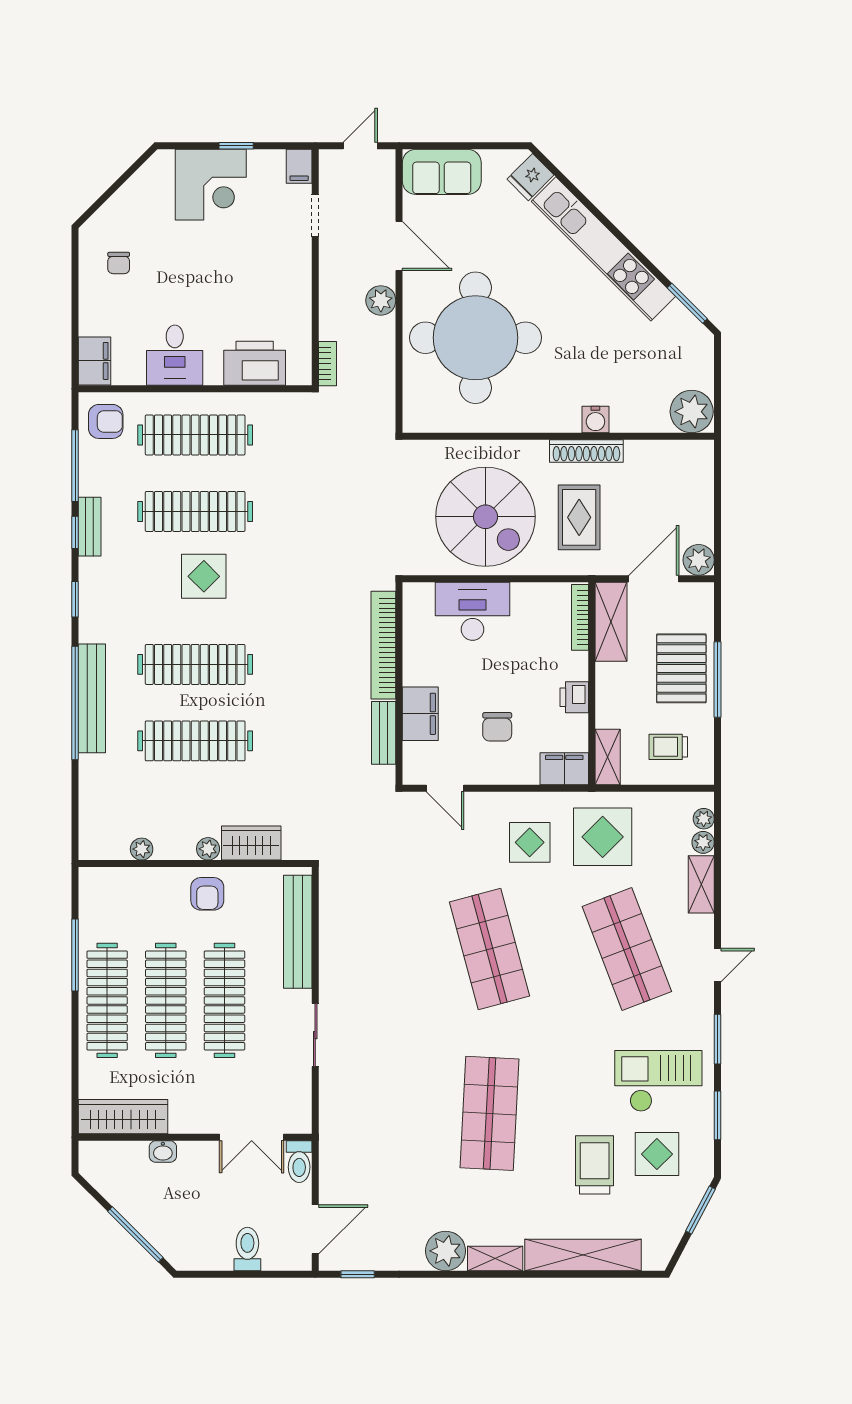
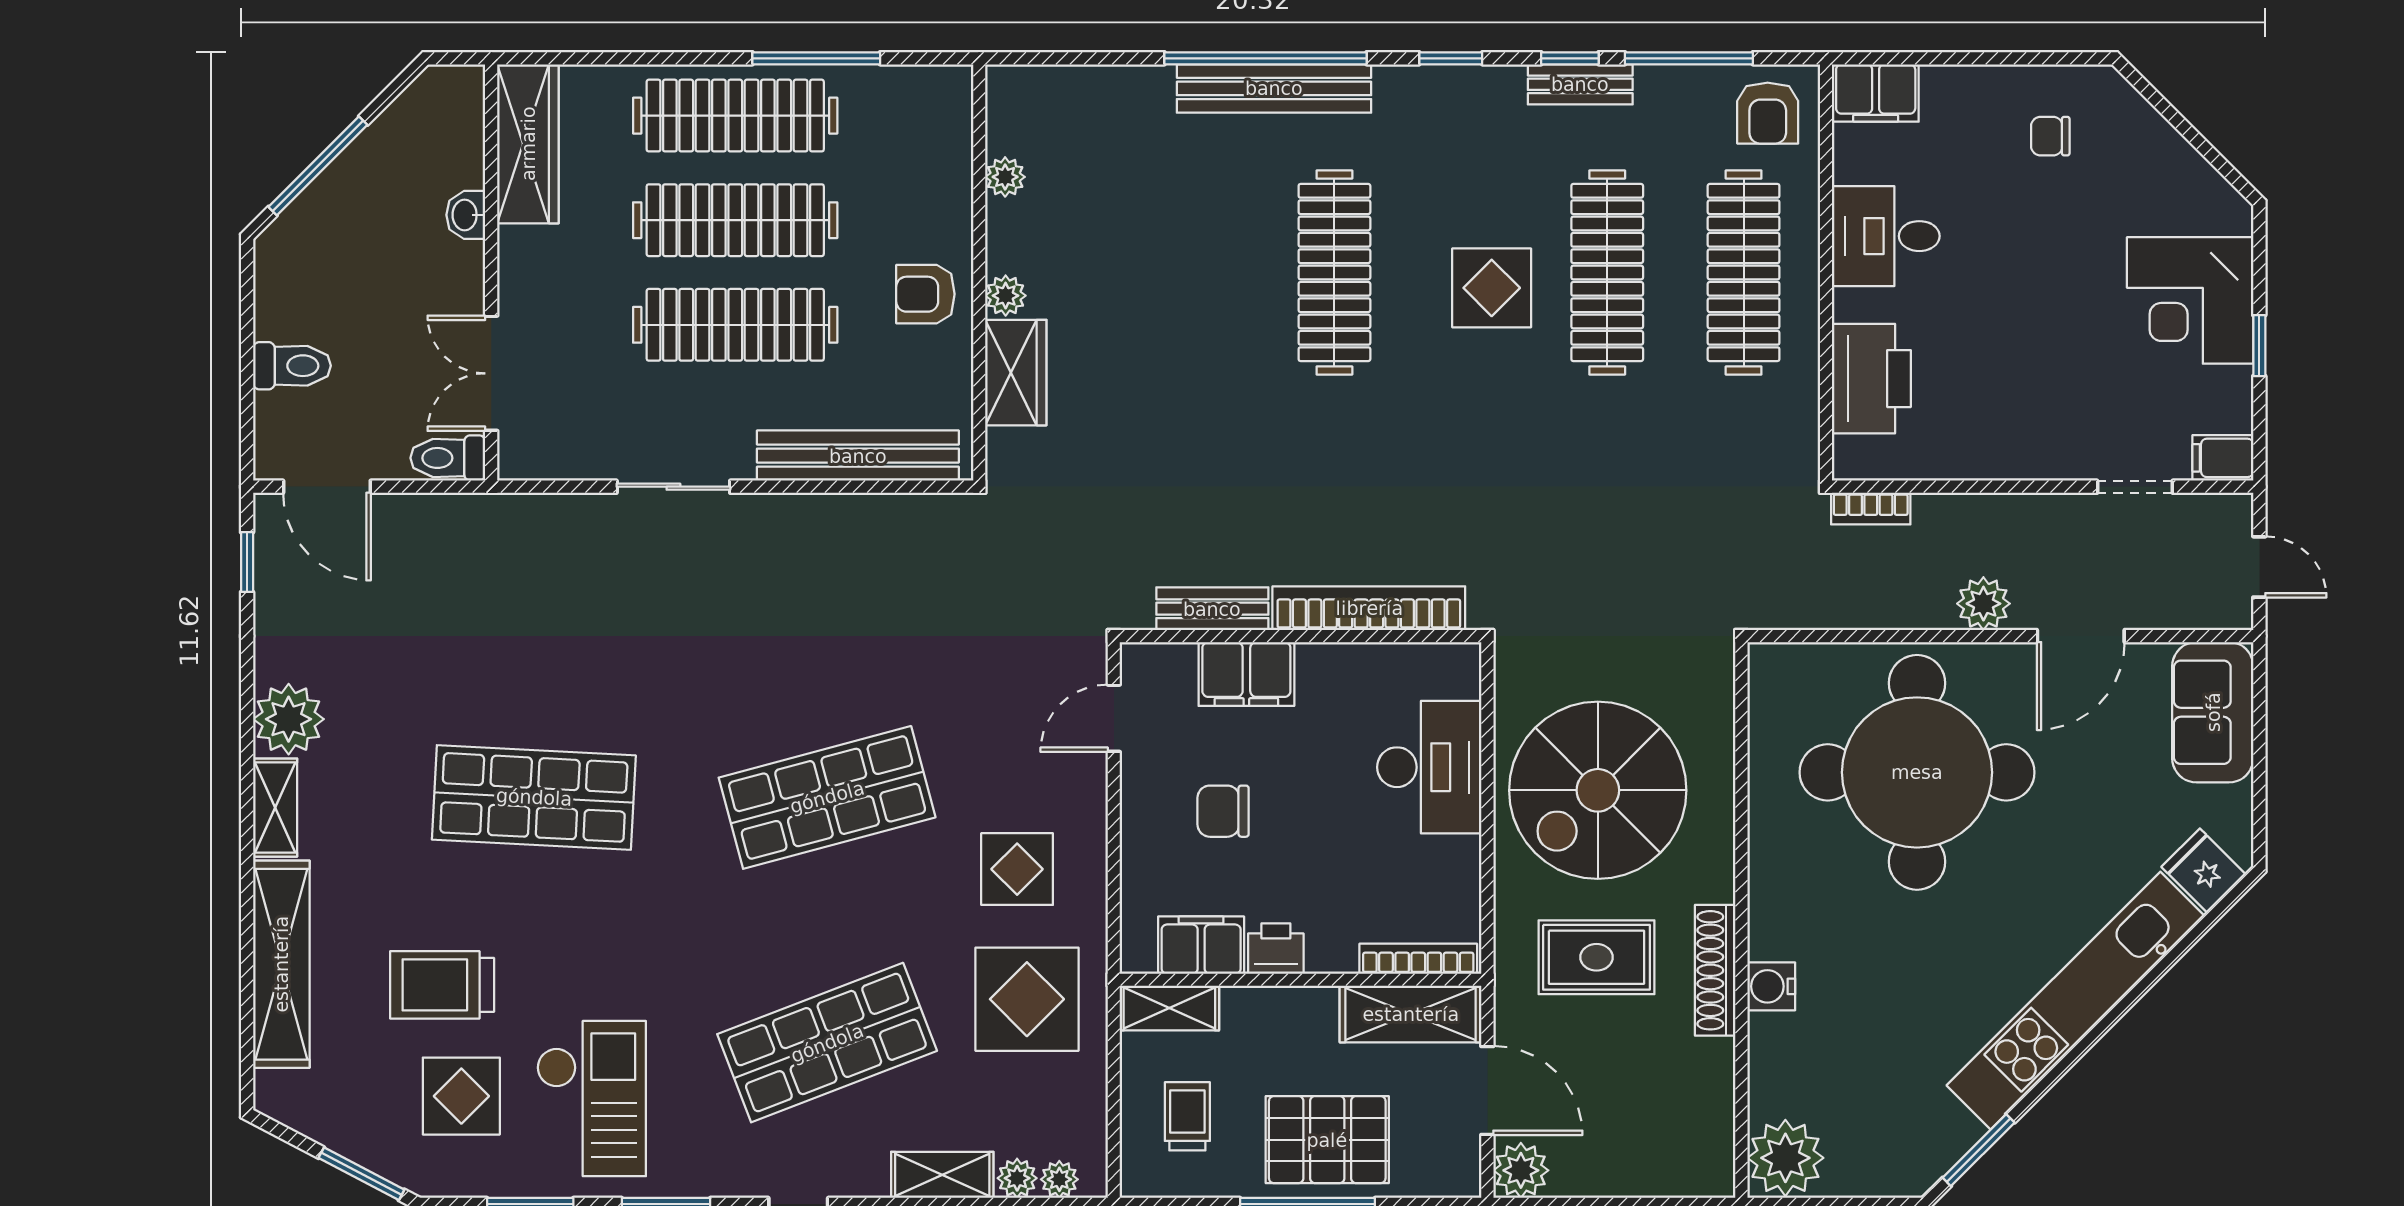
clothes rail: (195, 741) -> (1198, 273), removed
filing cabinet: (564, 769) -> (1201, 945), moved, turned -90
trolley: (595, 1165) -> (442, 985), turned 180

